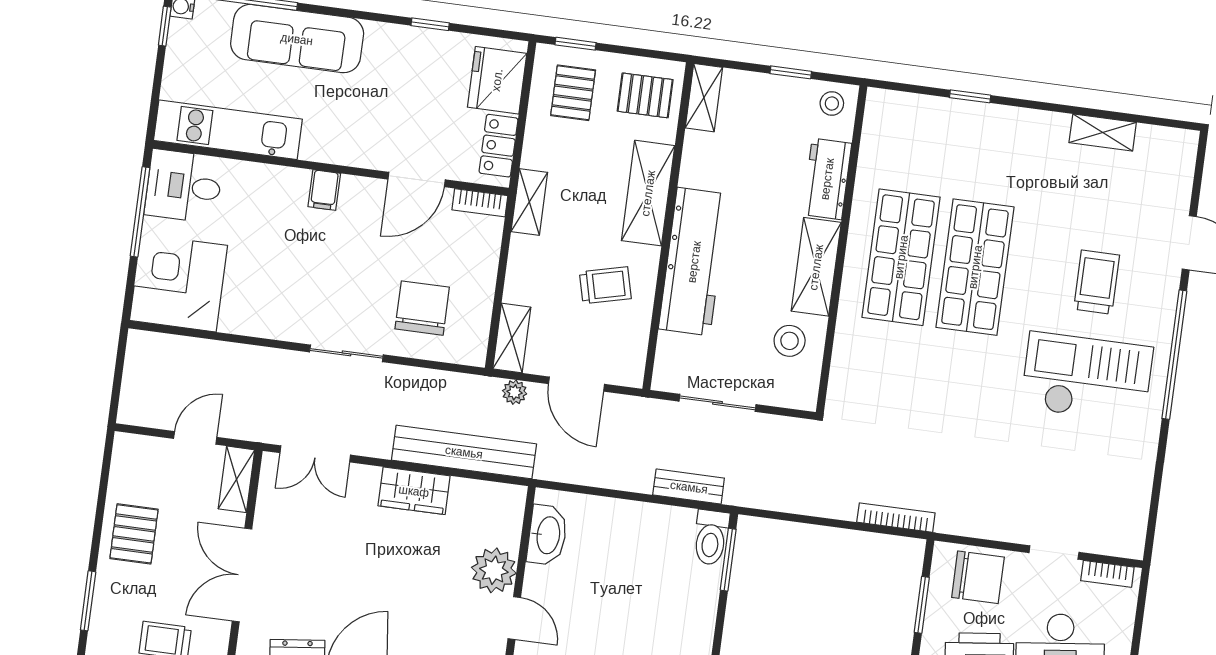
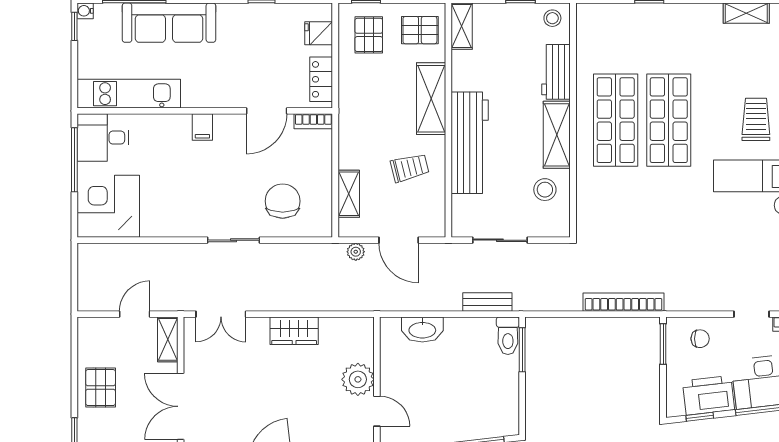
fridge: (497, 80) -> (319, 33), width x0.53, depth x0.75
shelving: (529, 202) -> (348, 116), removed
shelving: (512, 338) -> (349, 194), moved
bench: (464, 452) -> (326, 299), removed
bookcase: (896, 518) -> (624, 302), width x1.48, depth x1.31
washbasin: (547, 535) -> (422, 329), moved, turned 90
chair: (978, 577) -> (700, 339), width x0.54, depth x0.54
window: (922, 605) -> (663, 344), moved

